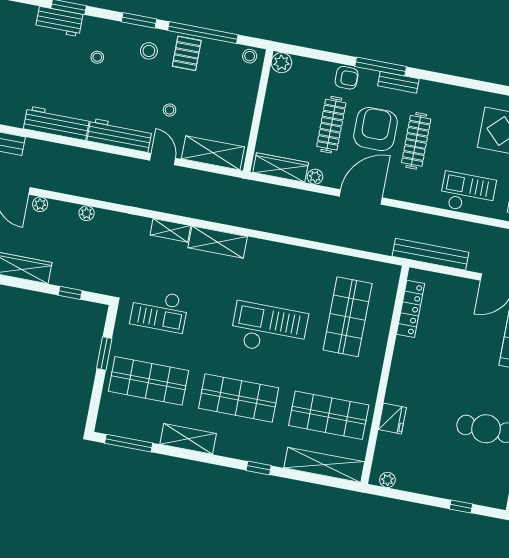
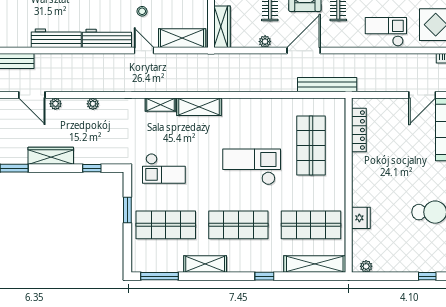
wardrobe: (281, 167) -> (222, 27), moved, turned 90
bench: (430, 254) -> (327, 85), moved

